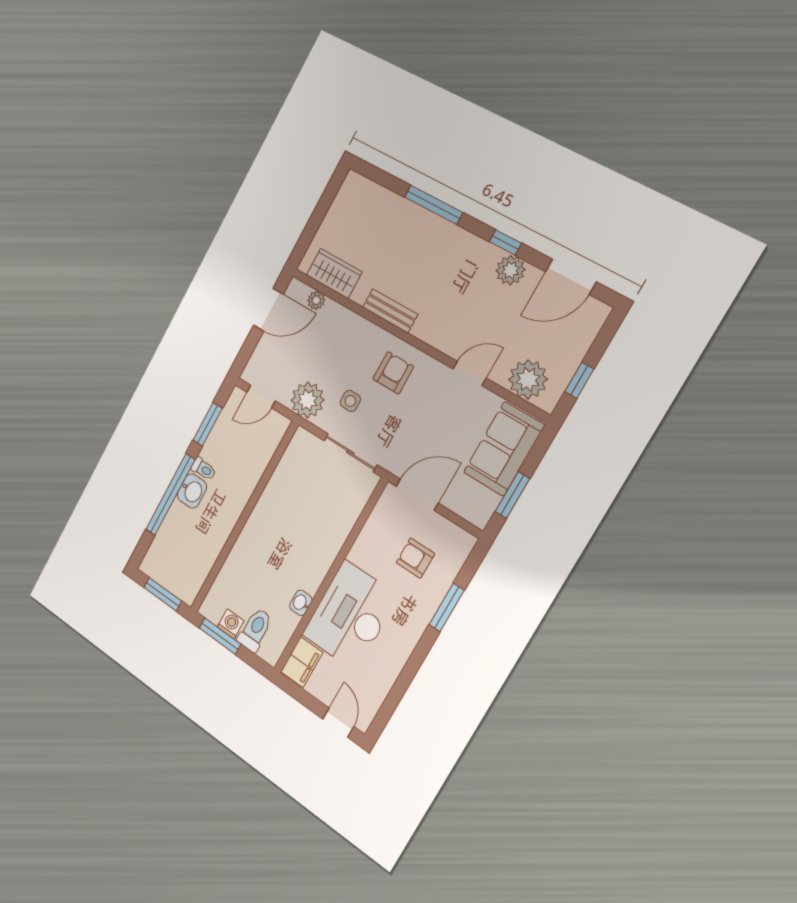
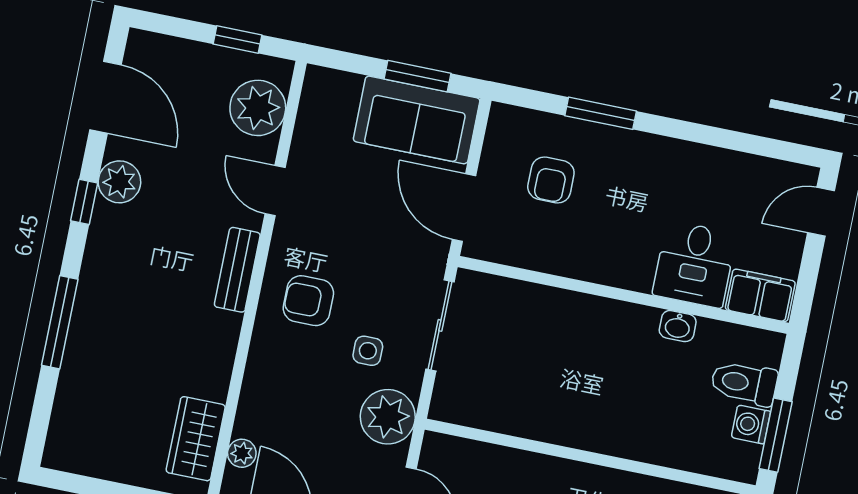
bench: (390, 311) -> (237, 270), moved
sofa: (504, 449) -> (417, 120), moved
desk: (350, 615) -> (695, 264), width x0.53, depth x0.77

